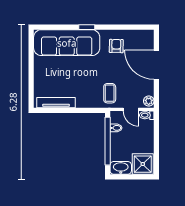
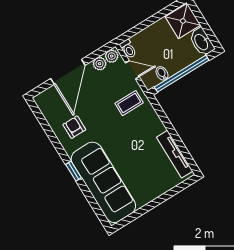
armchair: (116, 46) -> (74, 127), turned 89
plant: (149, 90) -> (100, 64), added
door: (131, 109) -> (132, 70), hinge flipped

